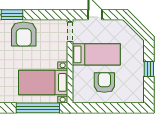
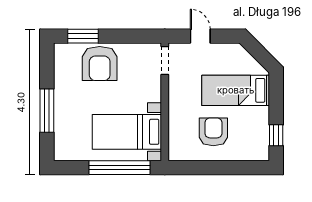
bed: (96, 54) -> (236, 90), moved, turned 180
window: (149, 69) -> (276, 135), moved

